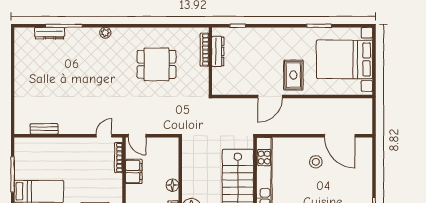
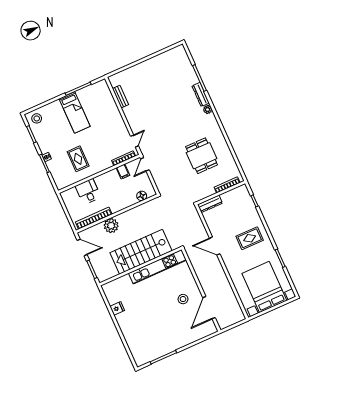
dresser: (49, 33) -> (201, 94), moved
dresser: (218, 51) -> (210, 204), moved
rug: (293, 75) -> (250, 238), moved
door: (104, 136) -> (134, 141), hinge flipped
filing cabinet: (134, 171) -> (123, 171), width x0.50
floor lamp: (172, 185) -> (142, 196), moved

